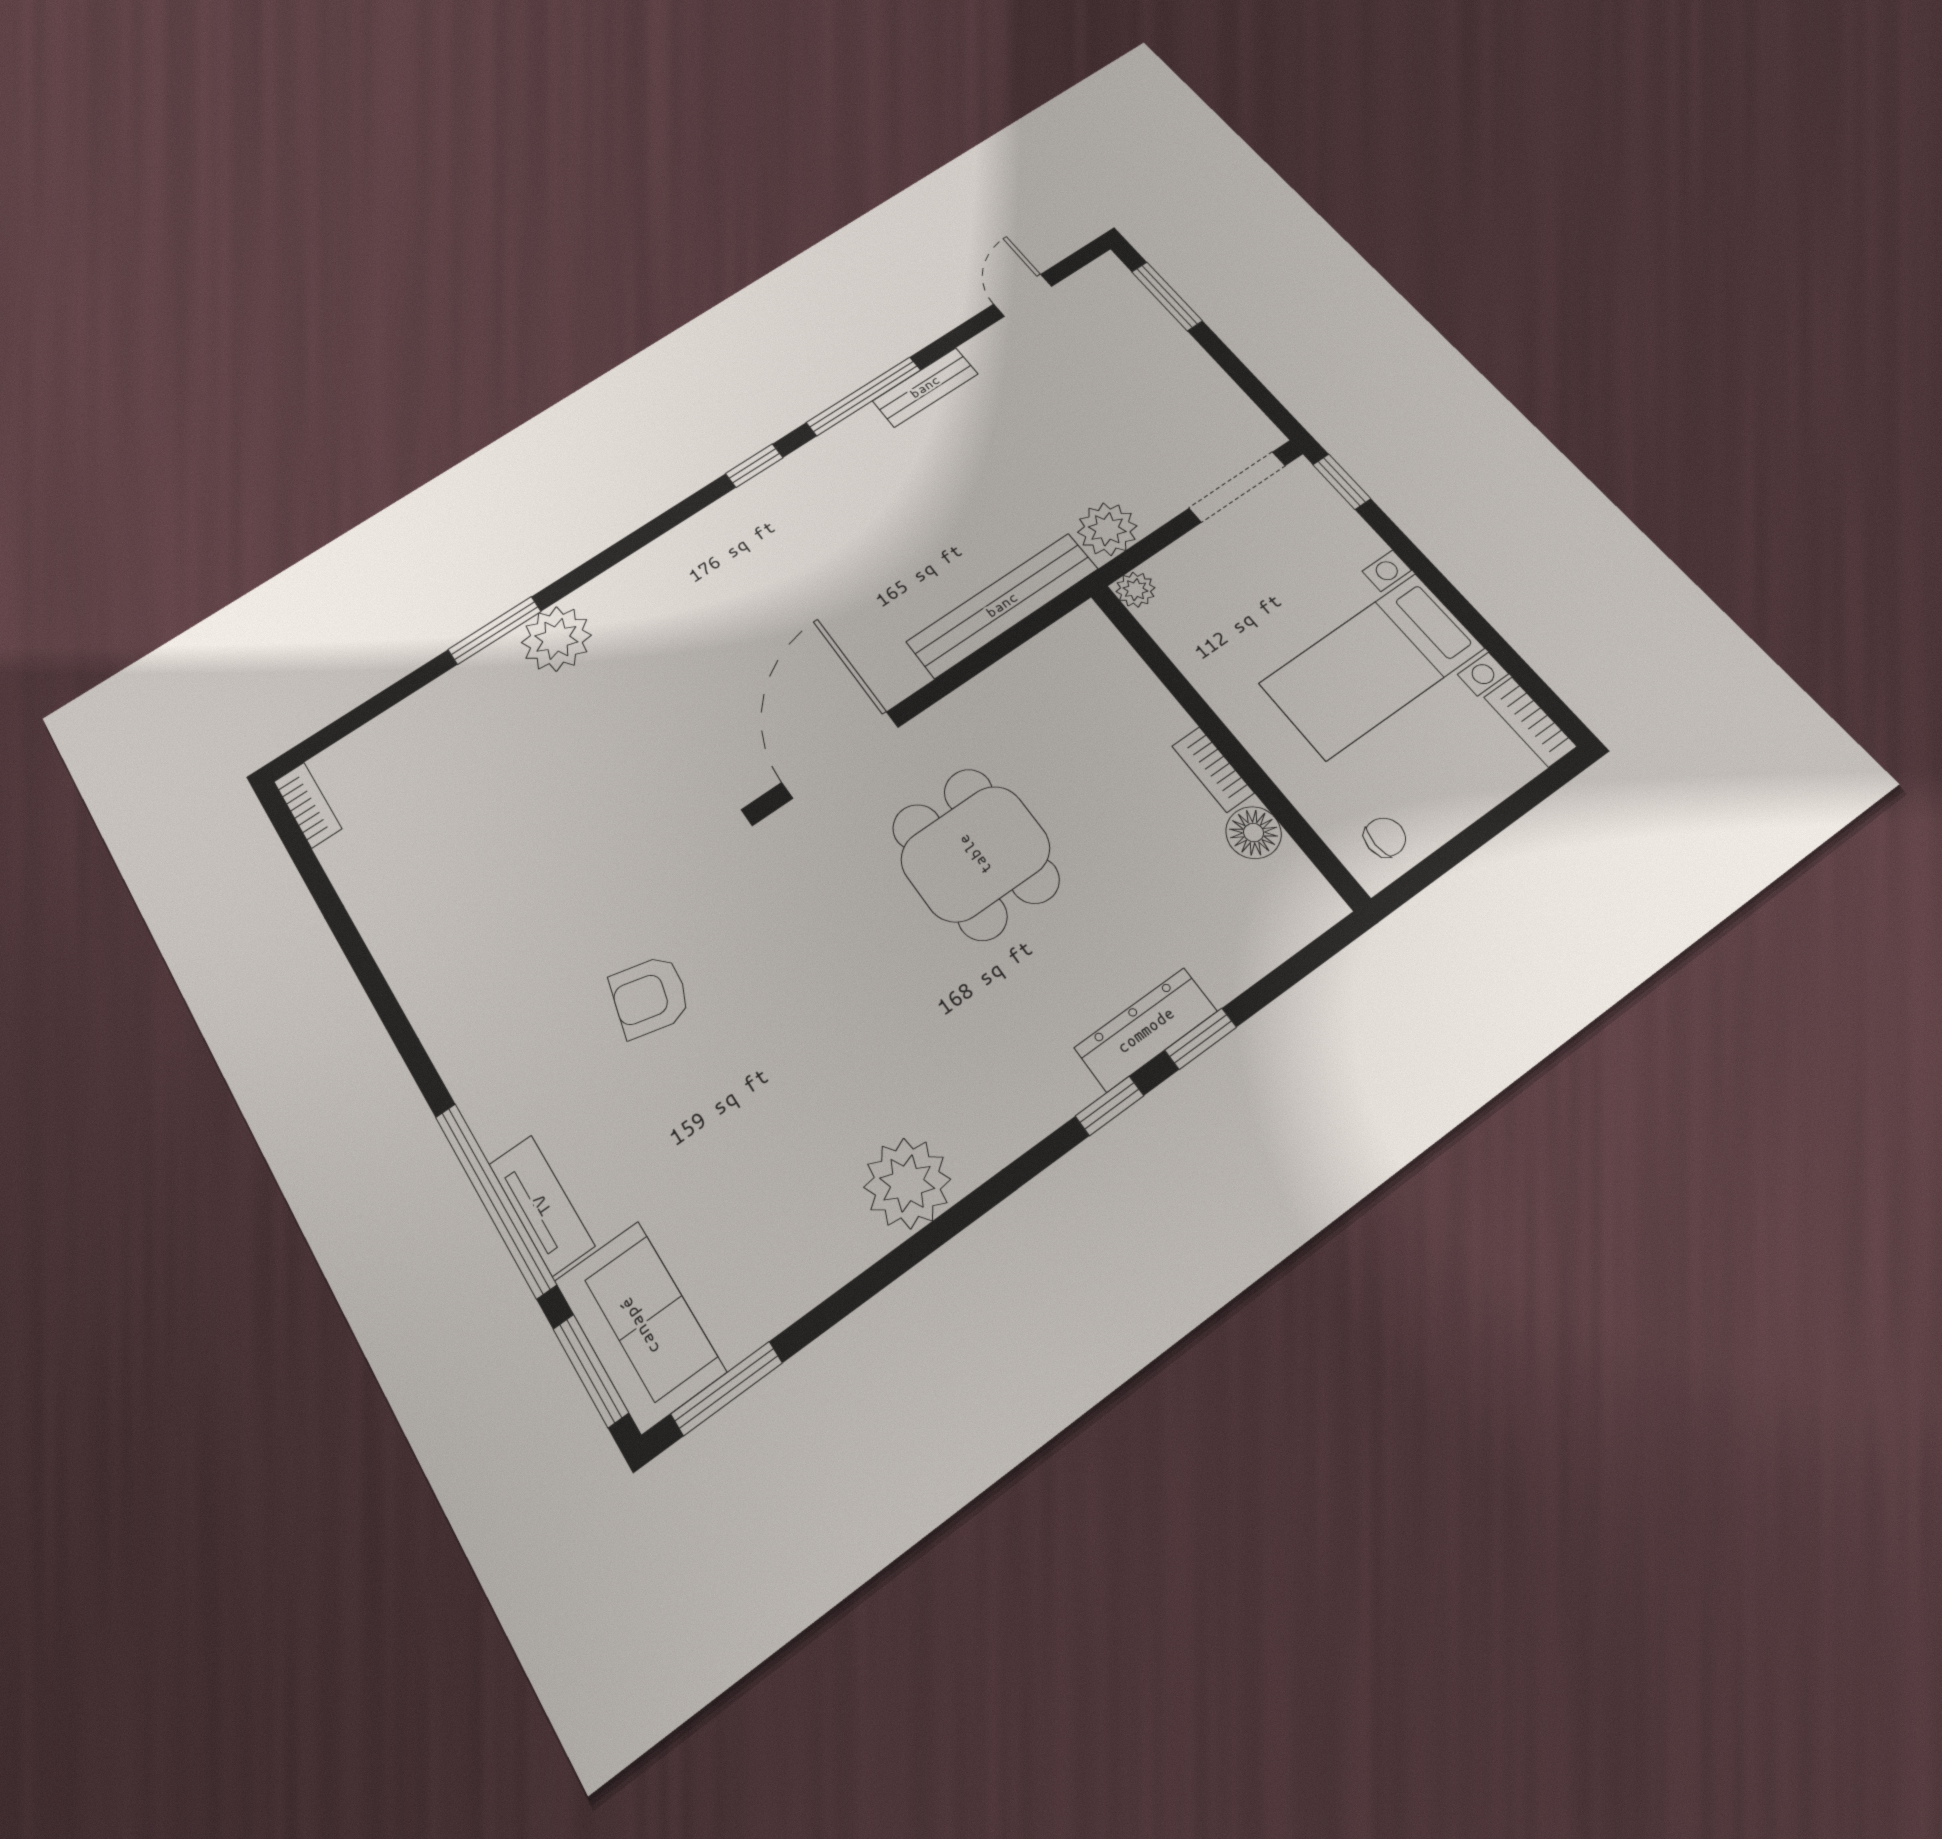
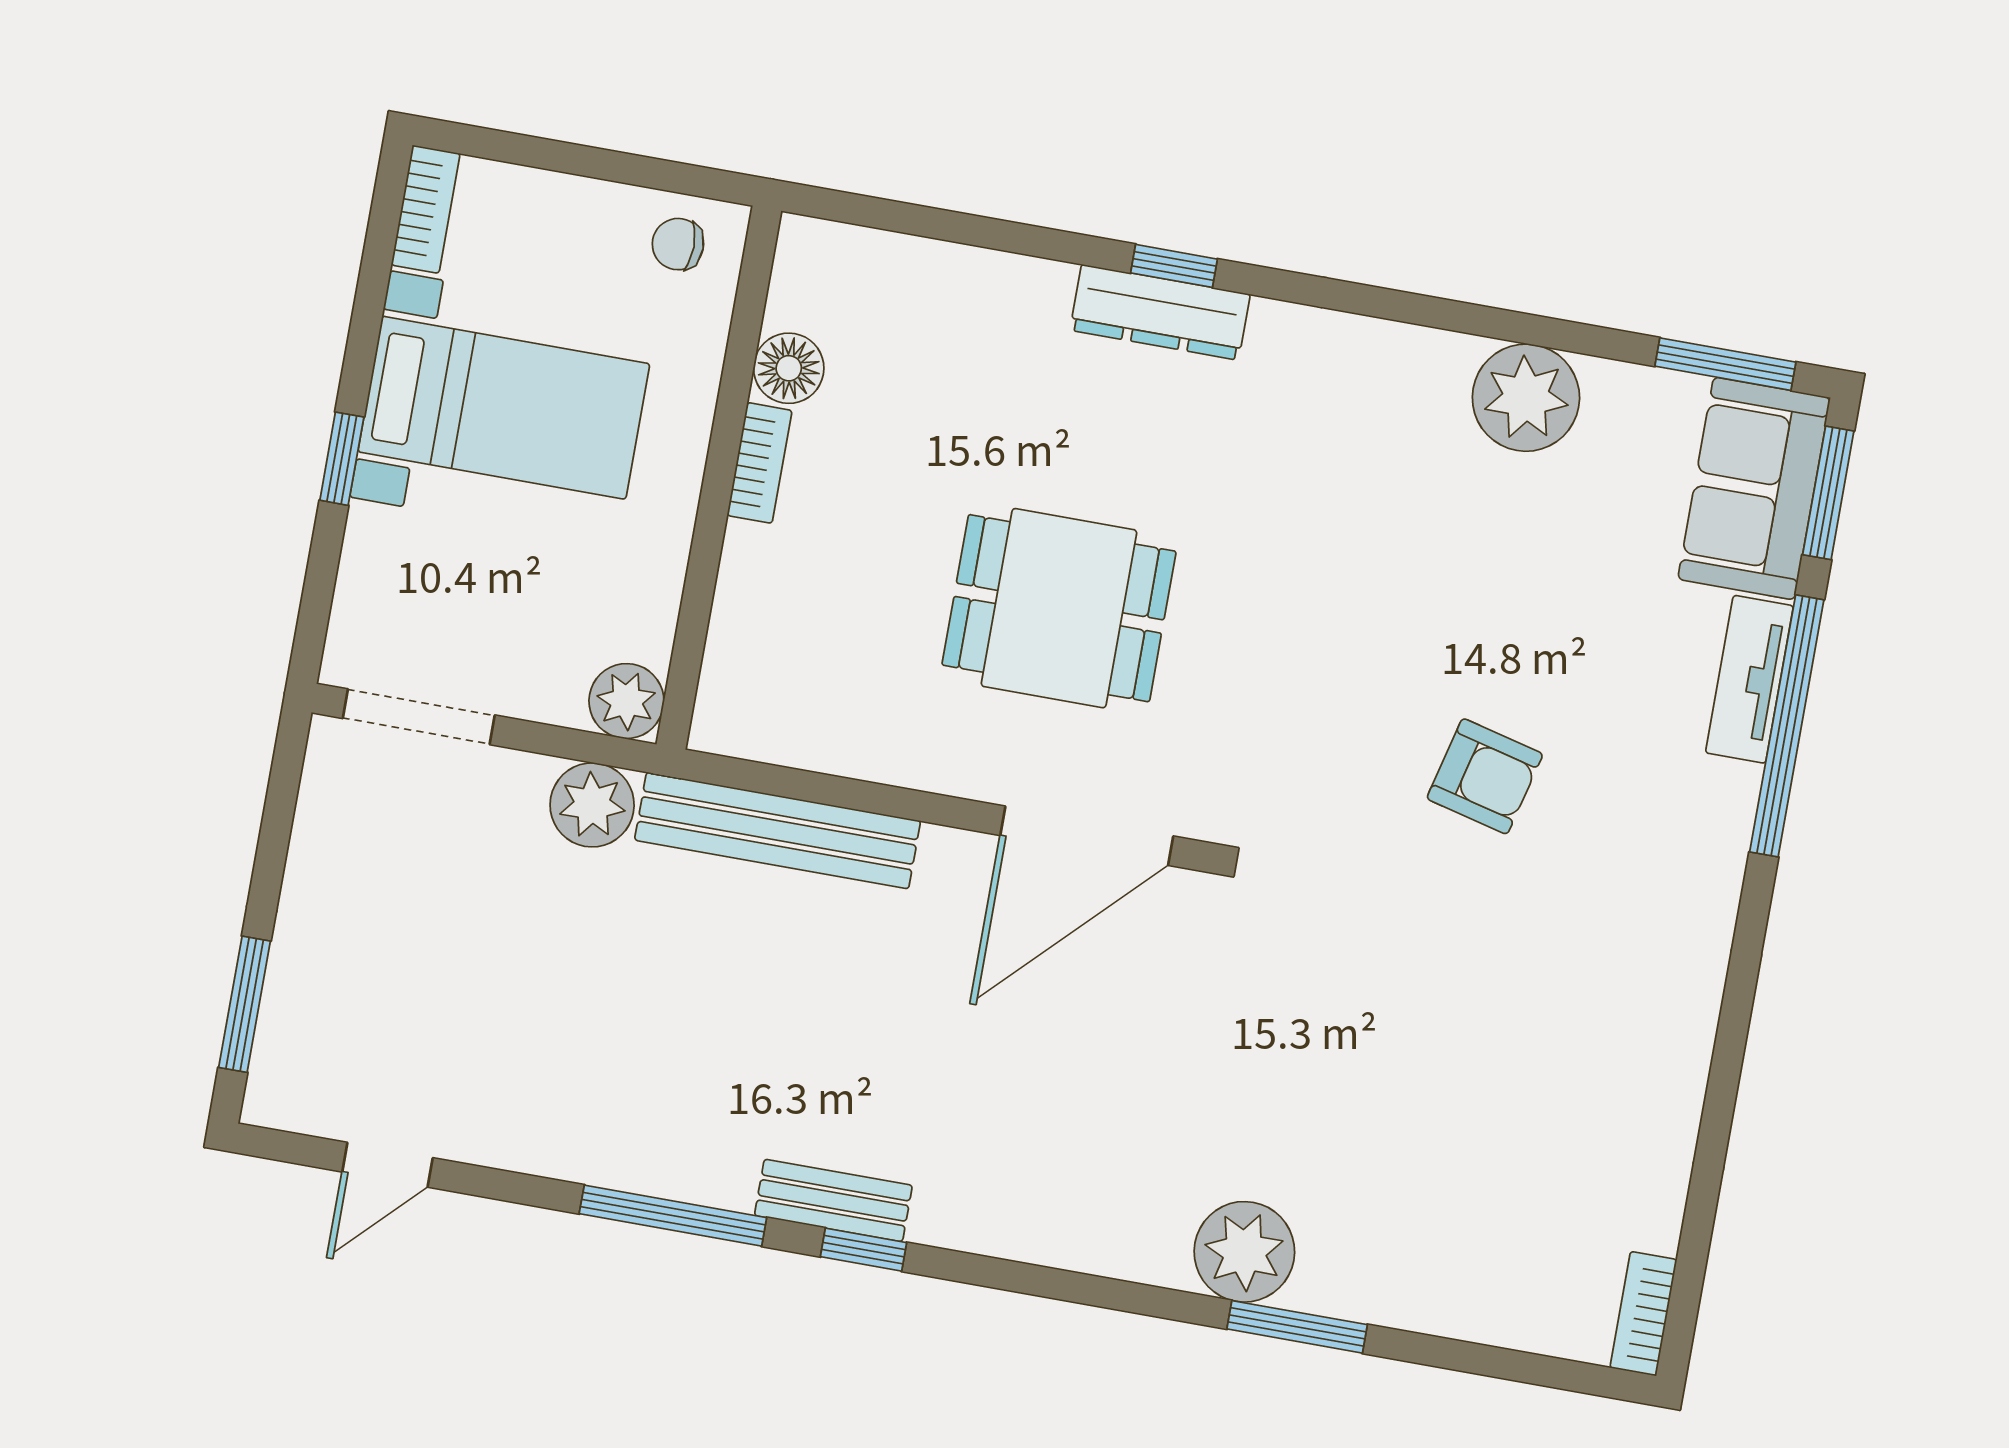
bench: (925, 387) -> (833, 1200), moved
window: (1342, 482) -> (342, 459), moved
plant: (1135, 590) -> (626, 701), width x1.38, depth x1.38
dining table: (975, 854) -> (1059, 608), turned 90
dresser: (1146, 1030) -> (1160, 312), moved
window: (1201, 1039) -> (1035, 241), removed
plant: (907, 1183) -> (1526, 398), moved

